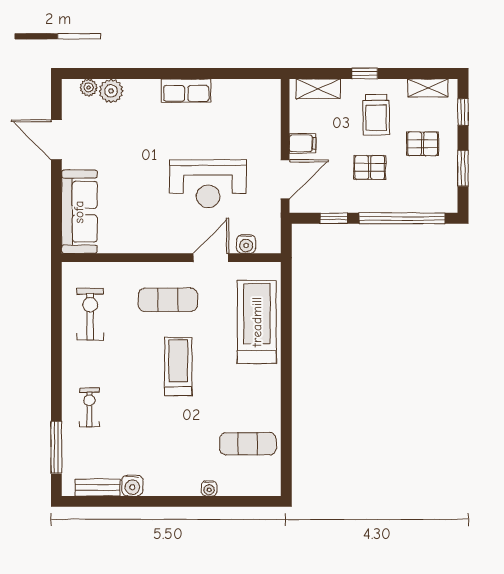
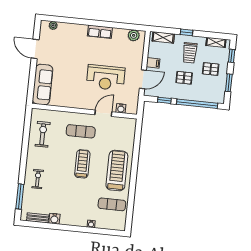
plant: (111, 91) -> (134, 35), moved
treadmill: (257, 322) -> (117, 171), moved

